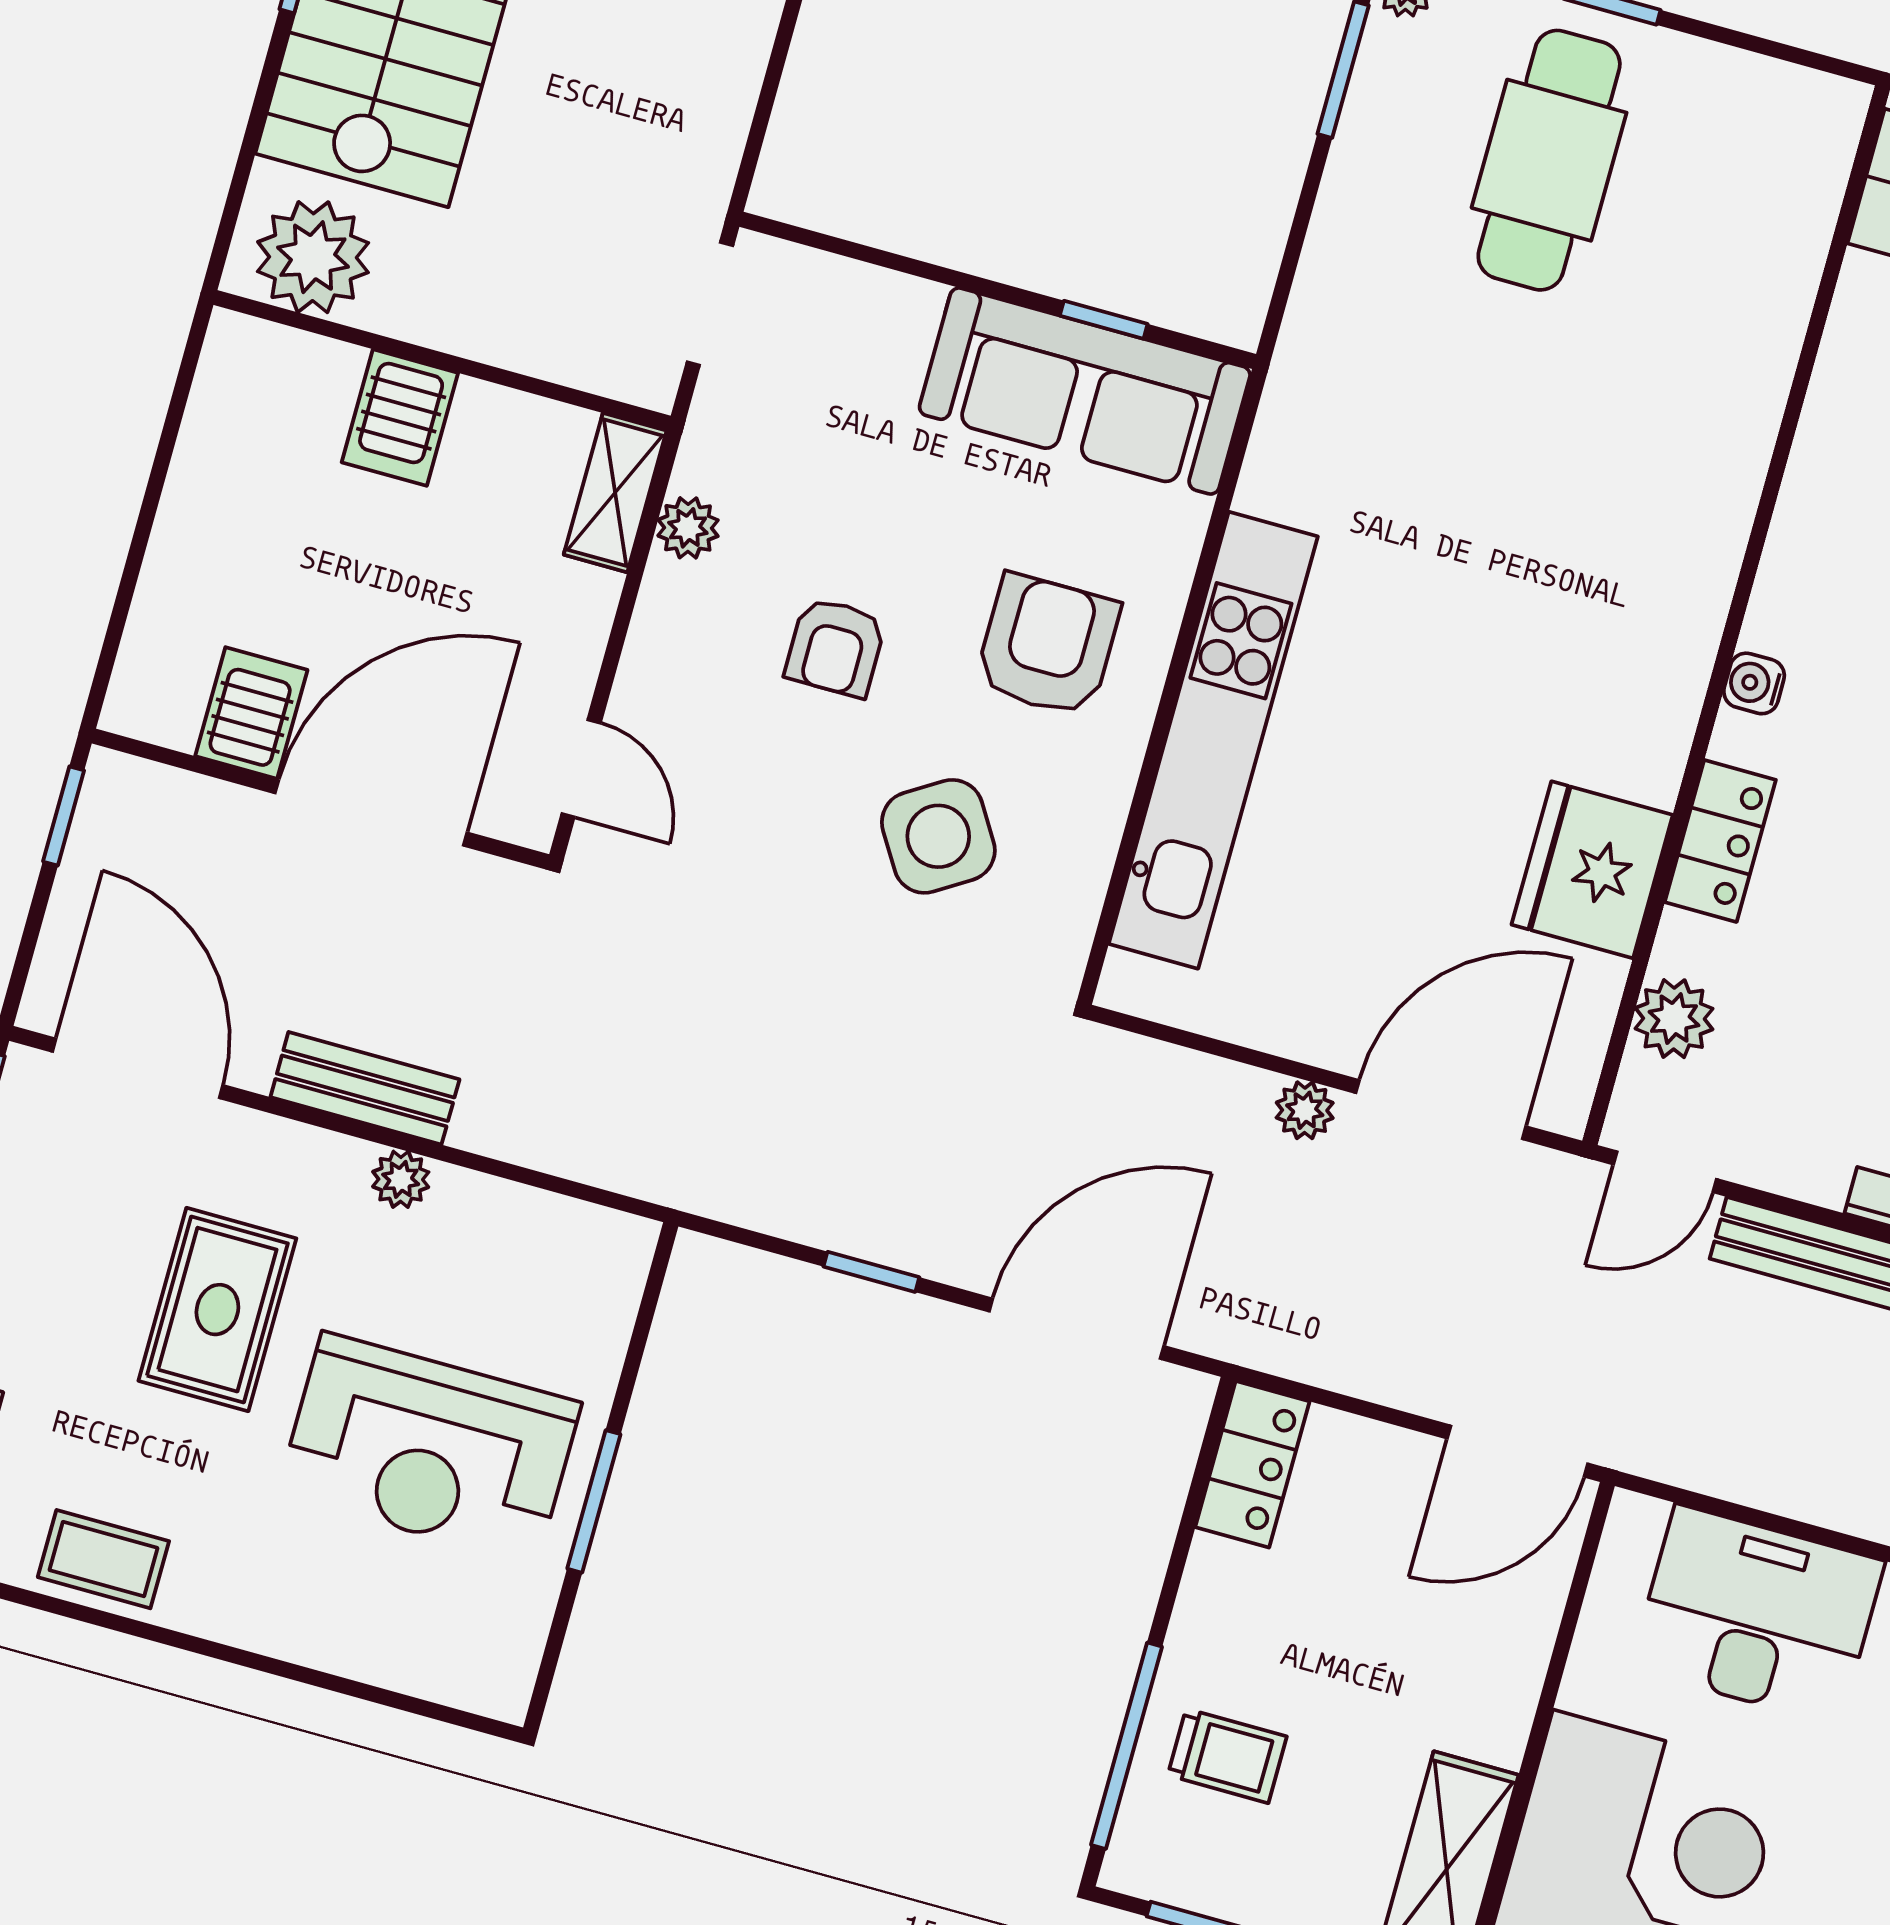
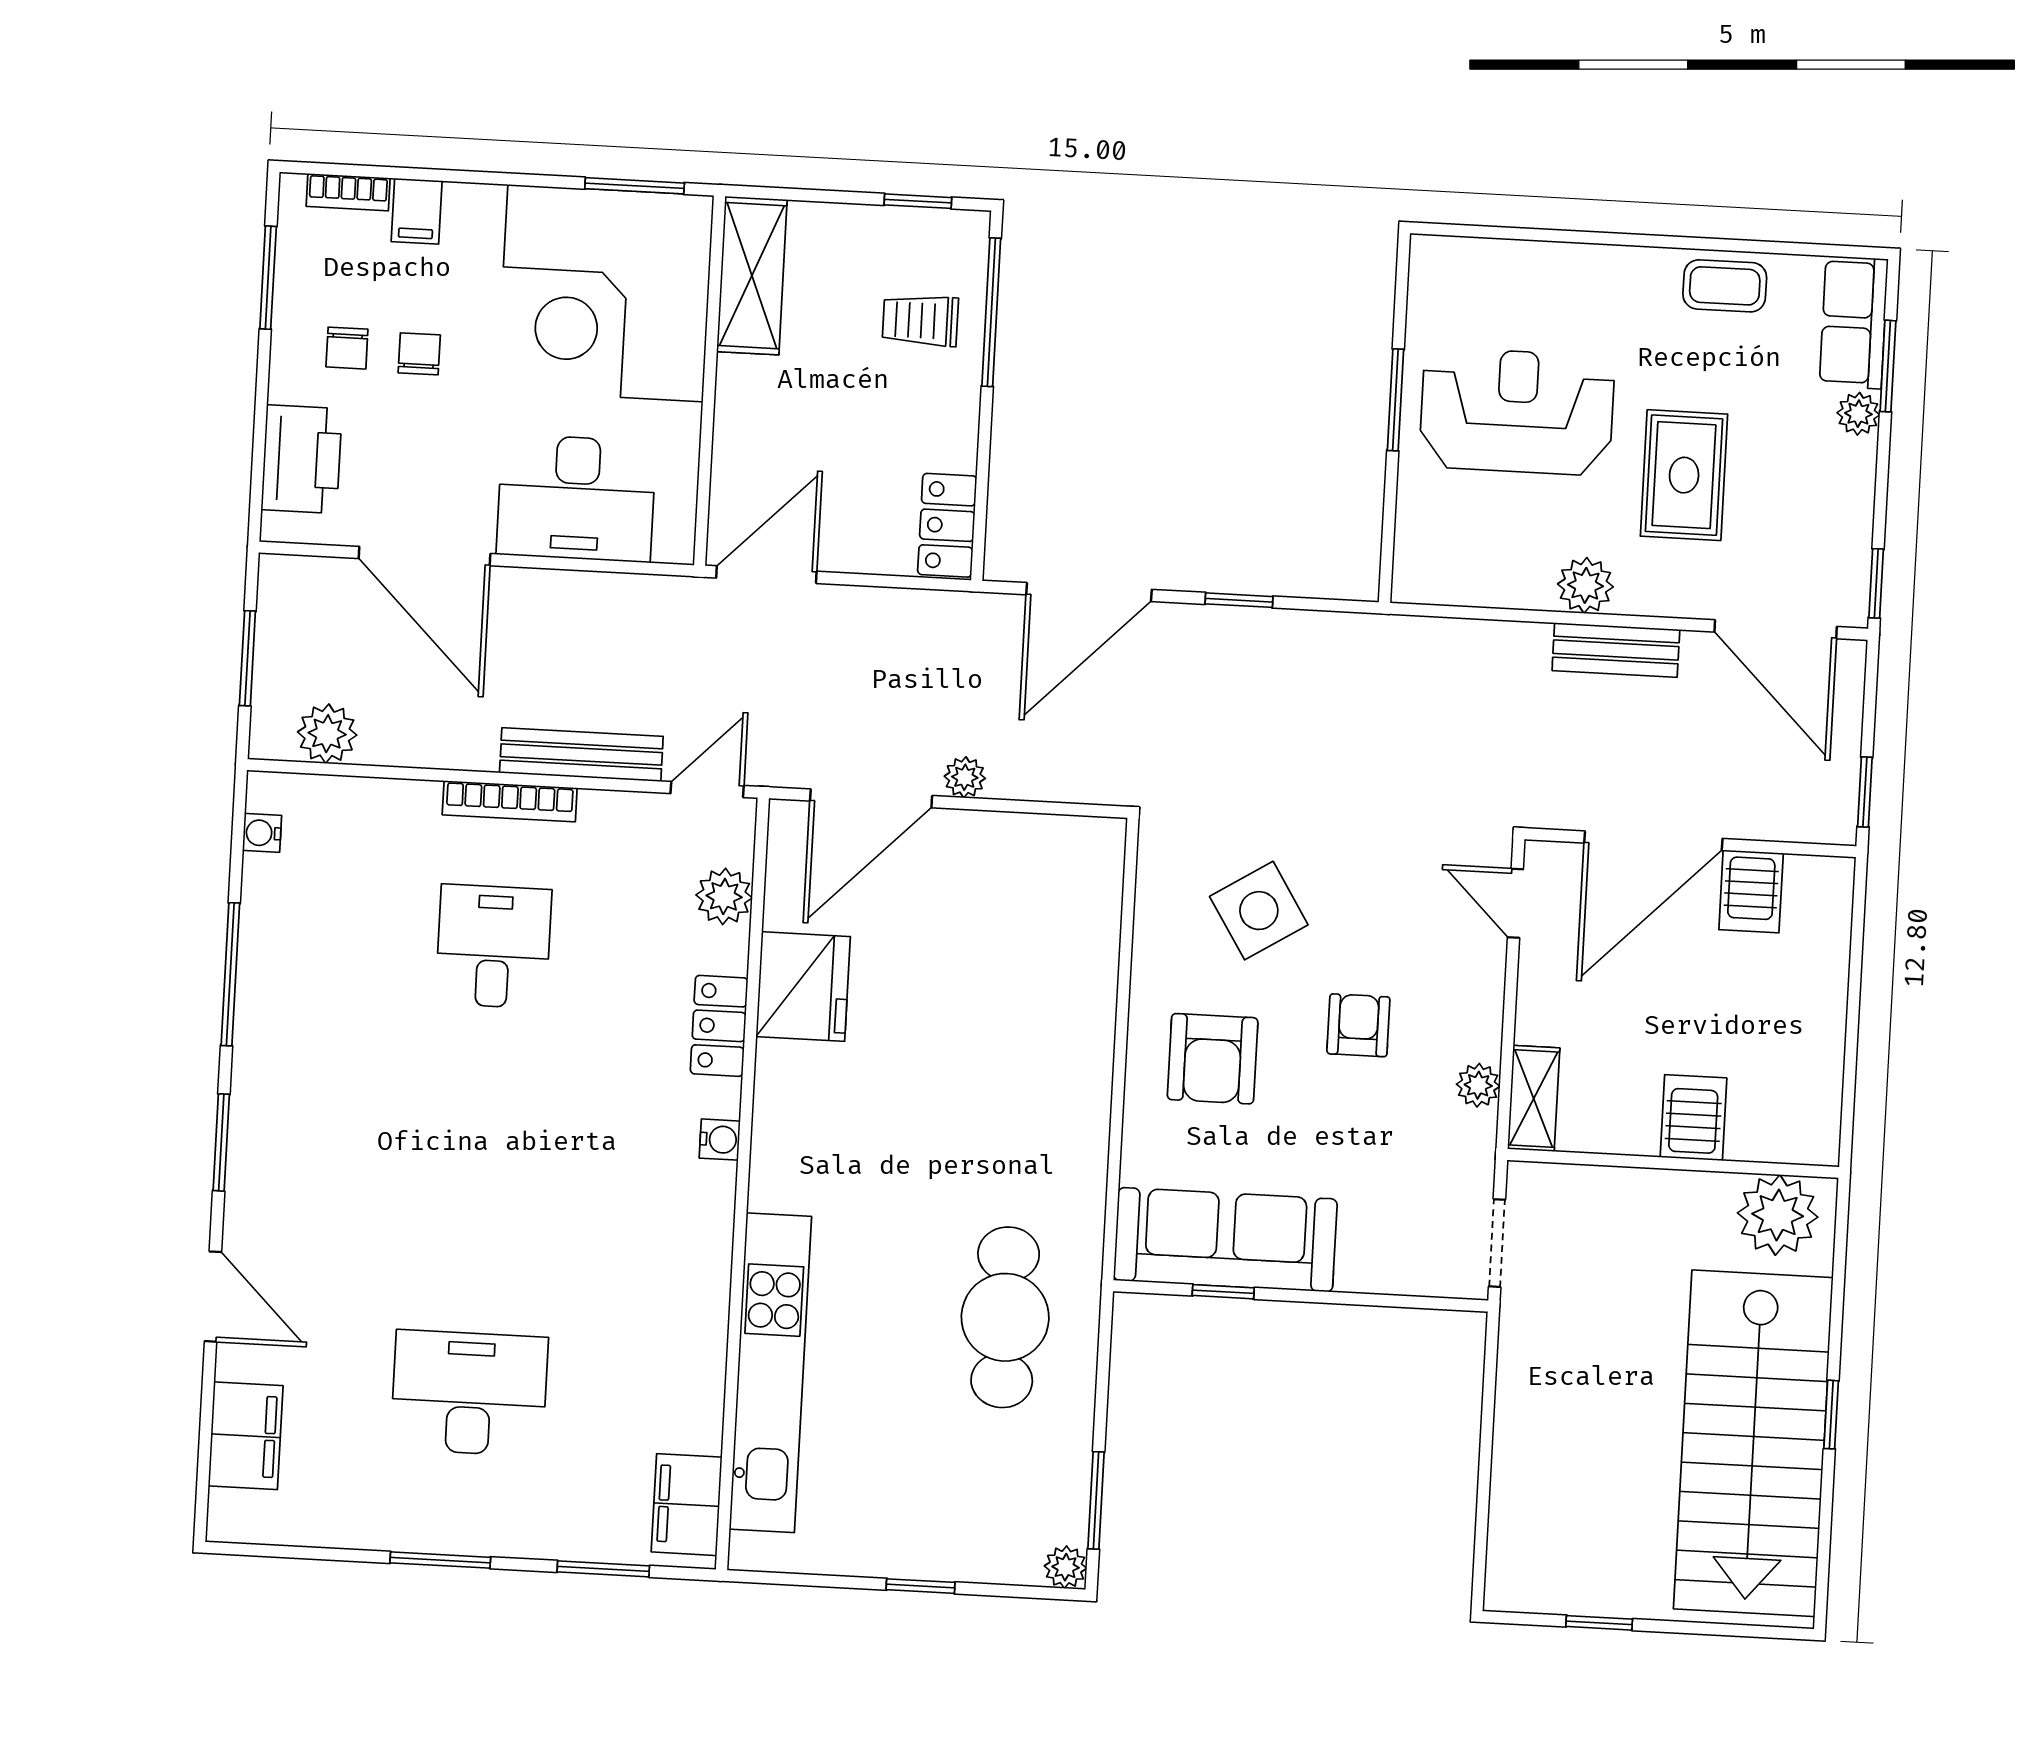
cafe table: (1549, 160) -> (1005, 1317), moved
kitchen unit: (1213, 740) -> (770, 1373), moved, turned 180
plant: (401, 1179) -> (1585, 585), width x1.38, depth x1.38

